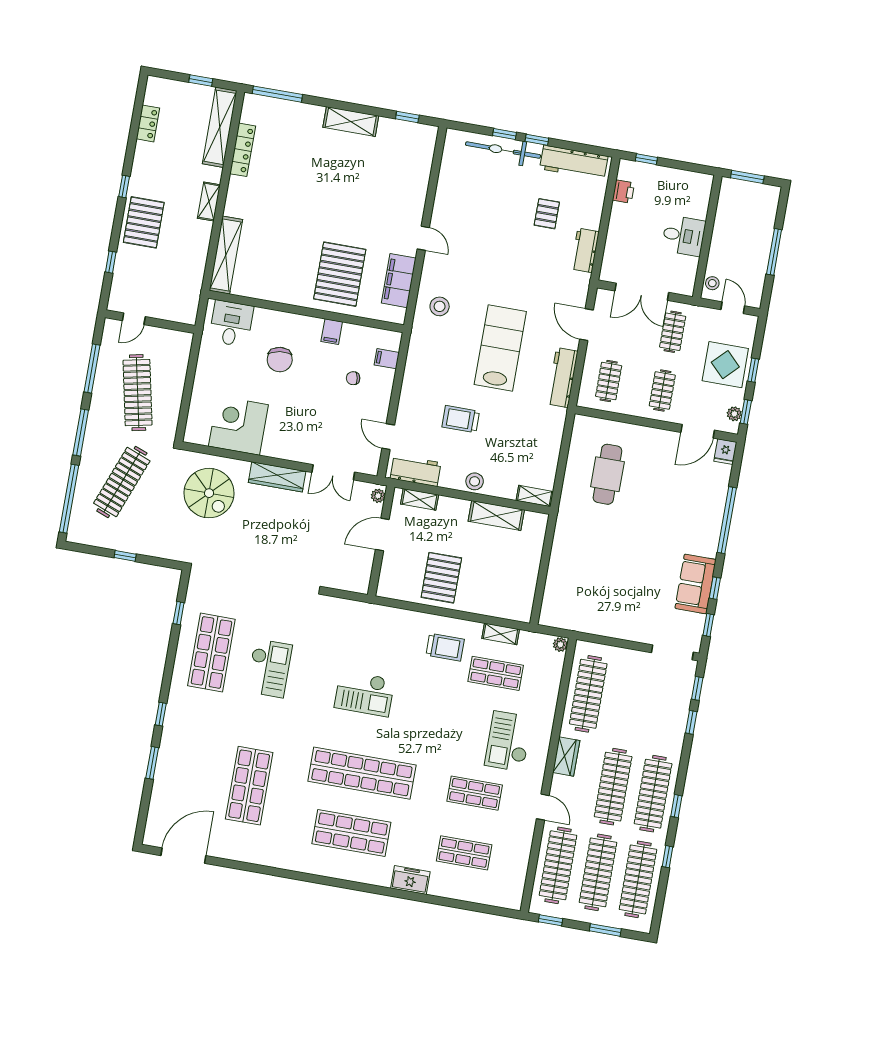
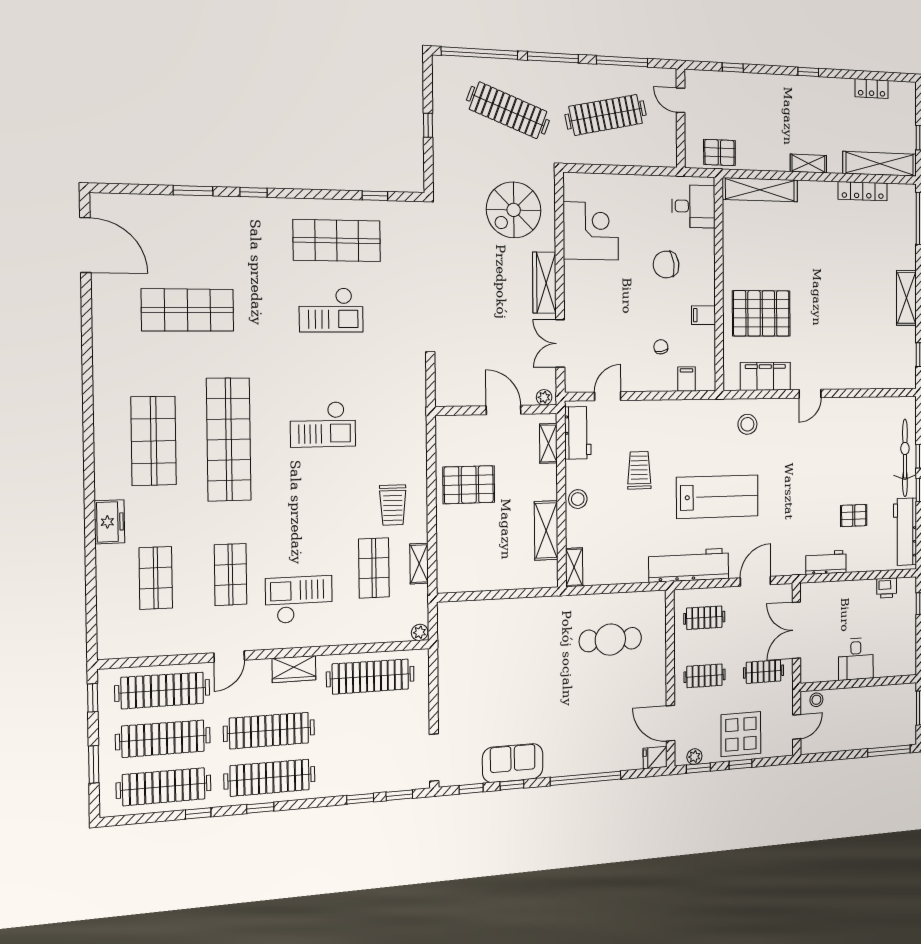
pallet: (144, 222) -> (719, 152), moved, width x0.67, depth x0.71
window: (774, 252) -> (889, 751), moved
workbench: (562, 378) -> (689, 565), width x1.36, depth x1.32
checkout: (364, 693) -> (323, 424), turned -90

